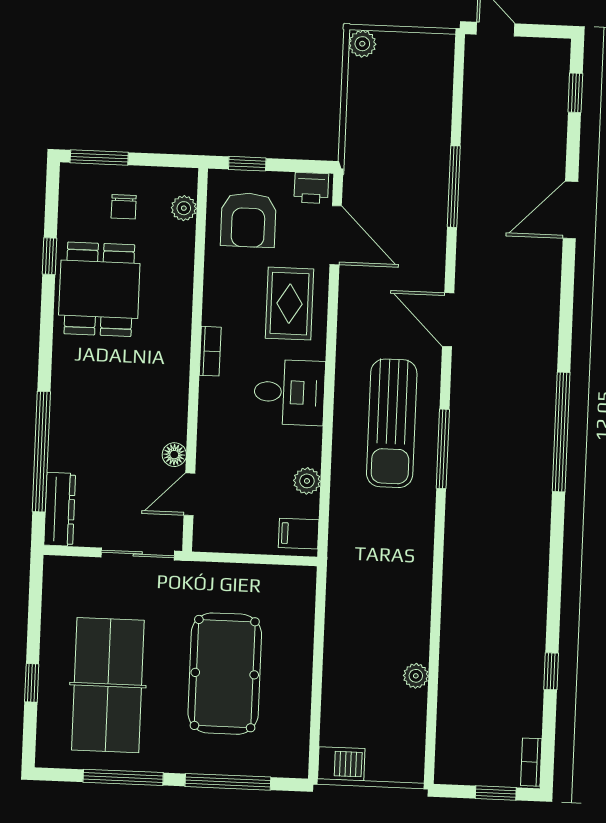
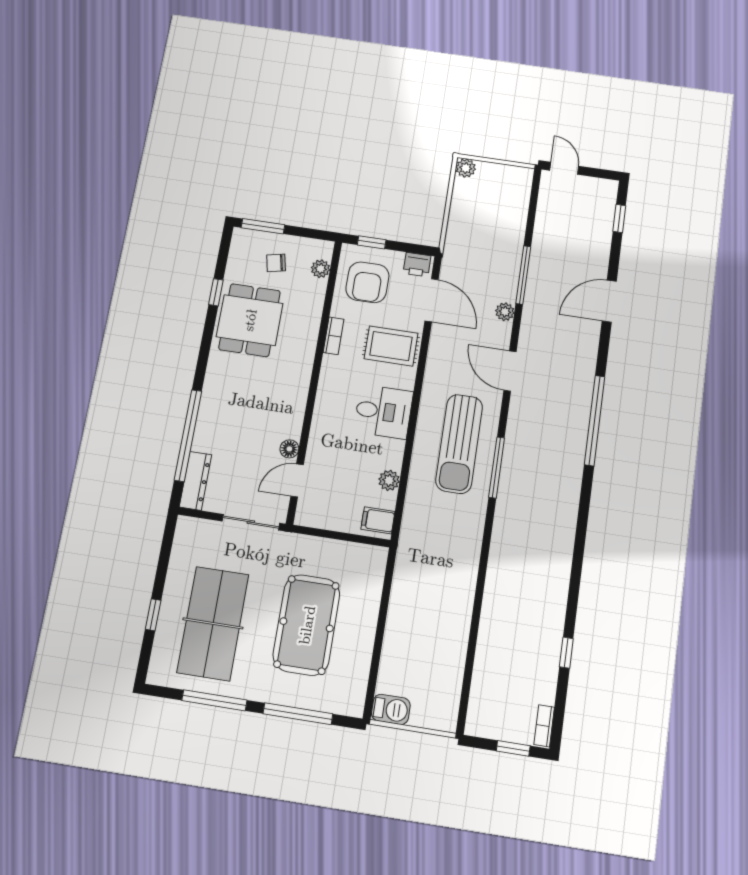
chair: (124, 207) -> (276, 263), turned 78
rug: (289, 304) -> (391, 346), turned 90
bookcase: (210, 351) -> (333, 336), moved
window: (561, 432) -> (595, 420), moved
plant: (416, 676) -> (505, 312), moved

